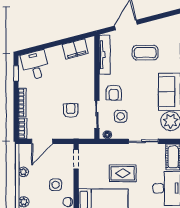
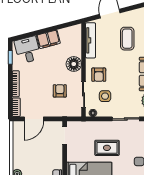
filing cabinet: (75, 49) -> (48, 39), moved
coffee table: (145, 53) -> (127, 39), turned 90
floor lamp: (86, 81) -> (74, 64), added
plant: (23, 172) -> (17, 147), removed
side table: (56, 185) -> (46, 158), removed

